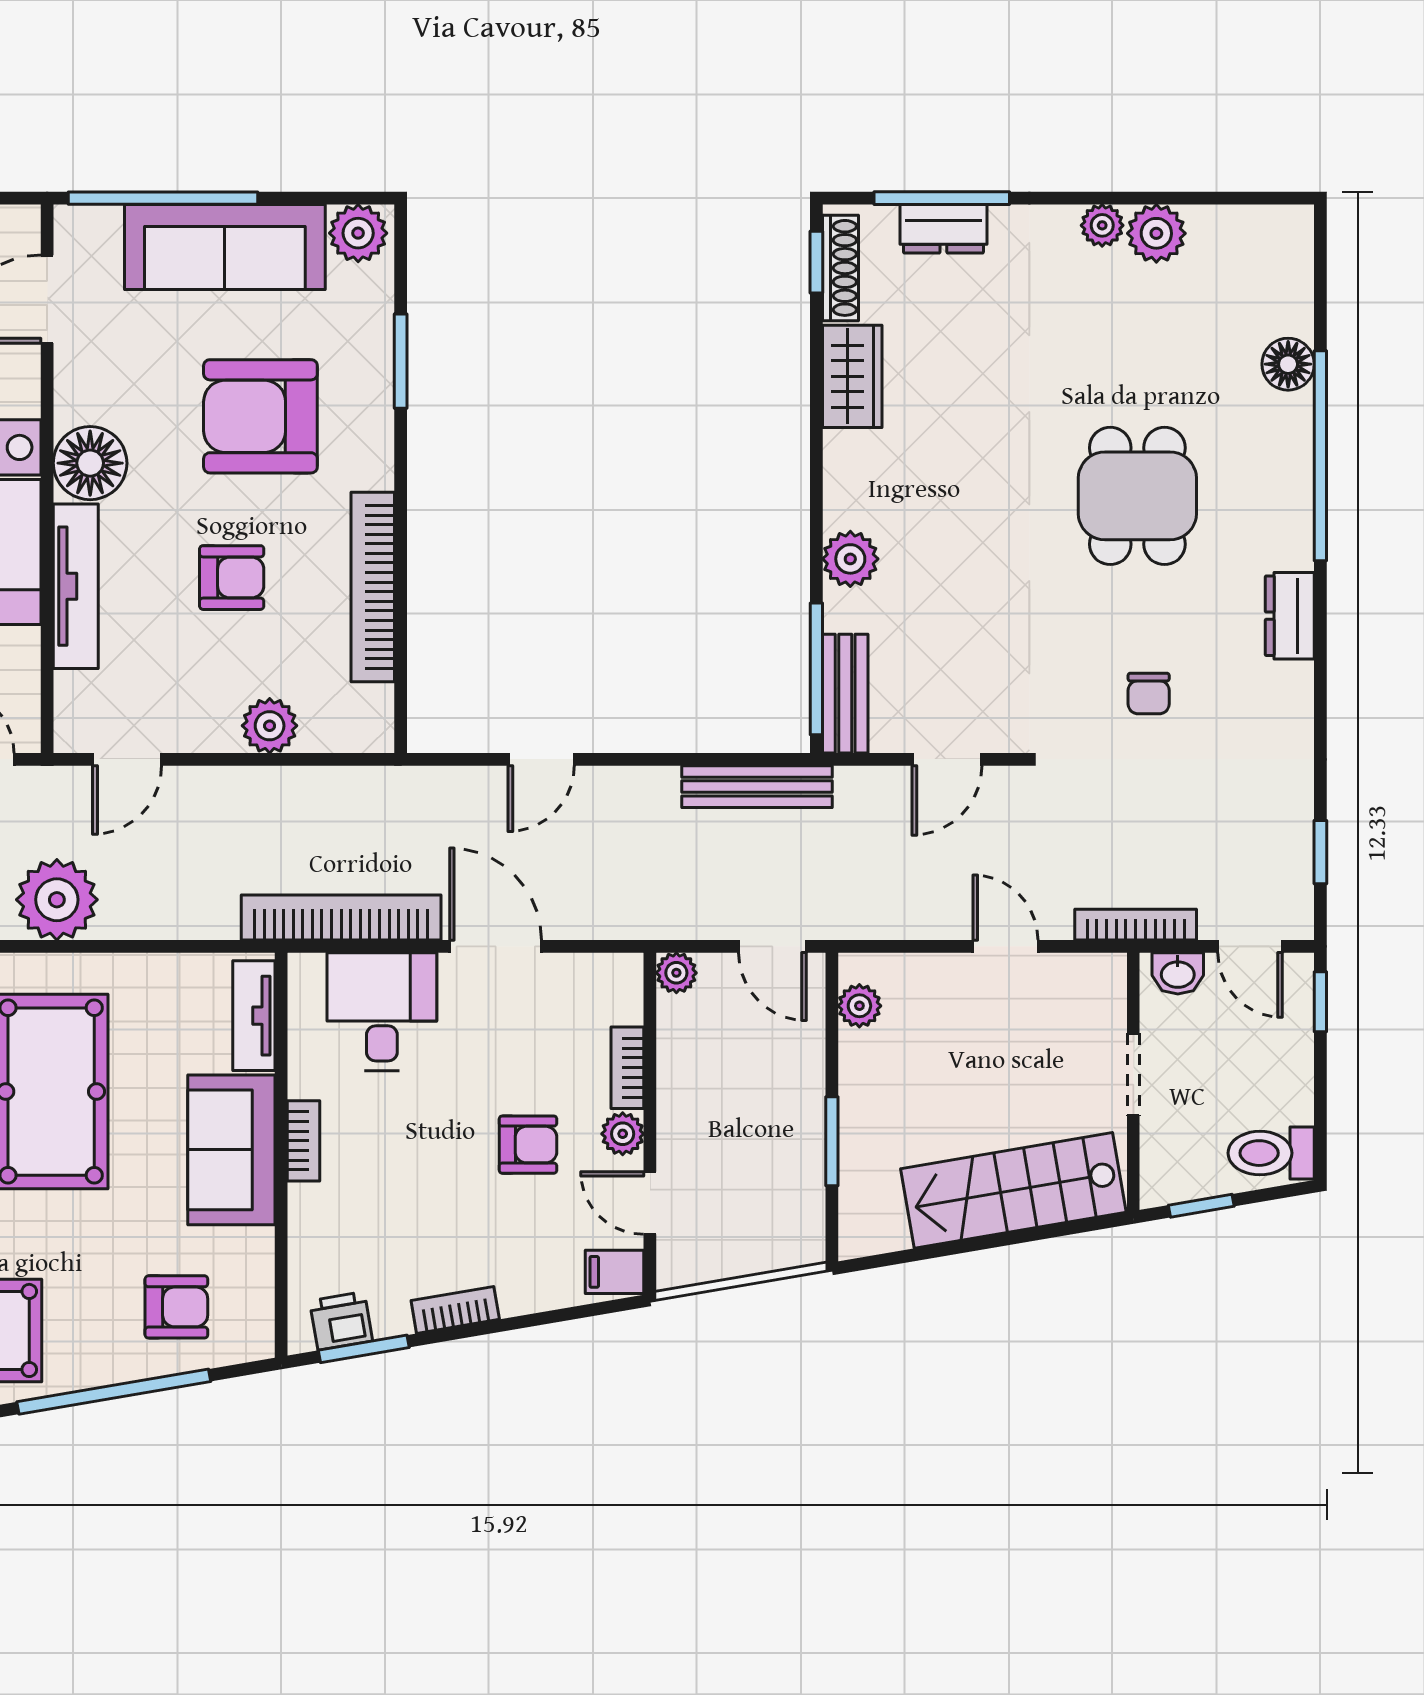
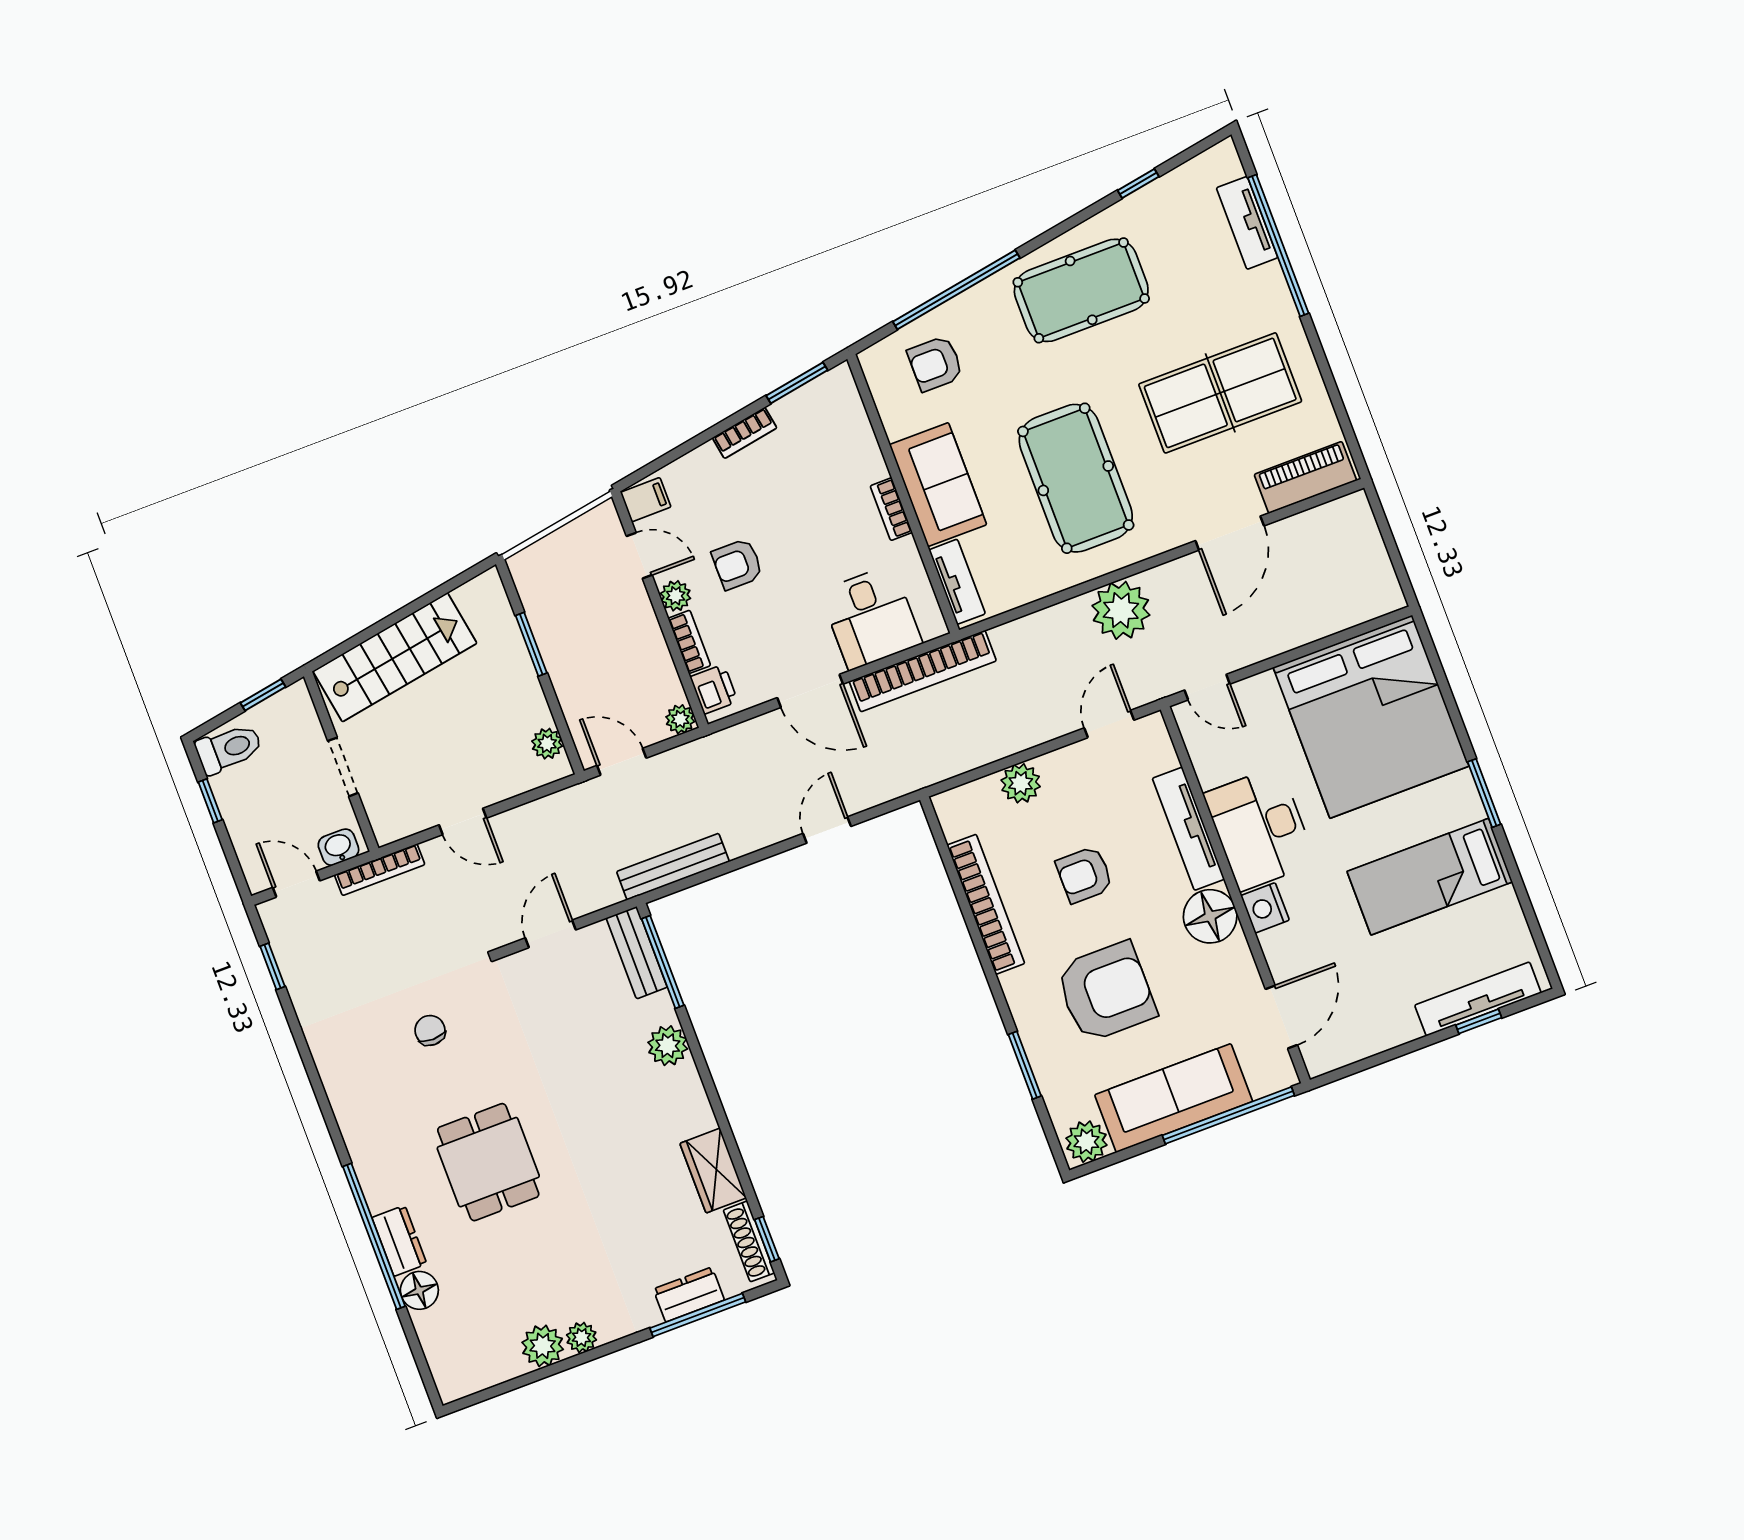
dresser: (1290, 616) -> (399, 1241), moved
window: (1320, 1002) -> (210, 801), moved
printer: (341, 1321) -> (714, 689), moved, turned -80

